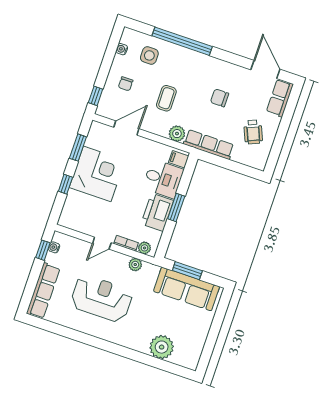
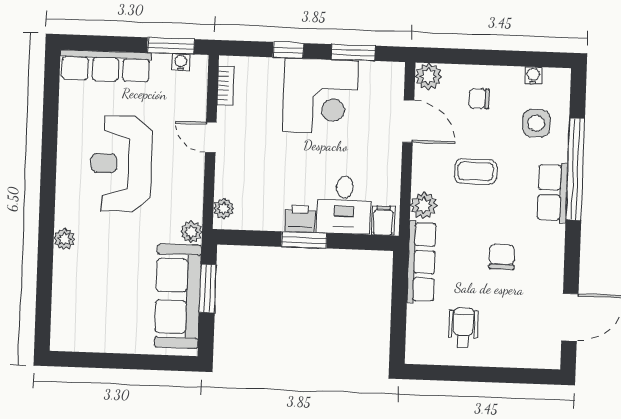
window: (96, 96) -> (445, 56), removed
row of seats: (280, 98) -> (552, 192), moved, turned -90
plant: (104, 109) -> (428, 76), added
wheelchair: (253, 132) -> (463, 328), turned 113
printer: (157, 212) -> (300, 219), width x0.53, depth x0.68
bookcase: (126, 243) -> (226, 86), moved
window: (43, 250) -> (171, 46), width x1.50
plant: (135, 265) -> (191, 232), moved
reception desk: (102, 298) -> (121, 164), turned 180
plant: (162, 347) -> (64, 239), moved, width x0.53, depth x0.53

